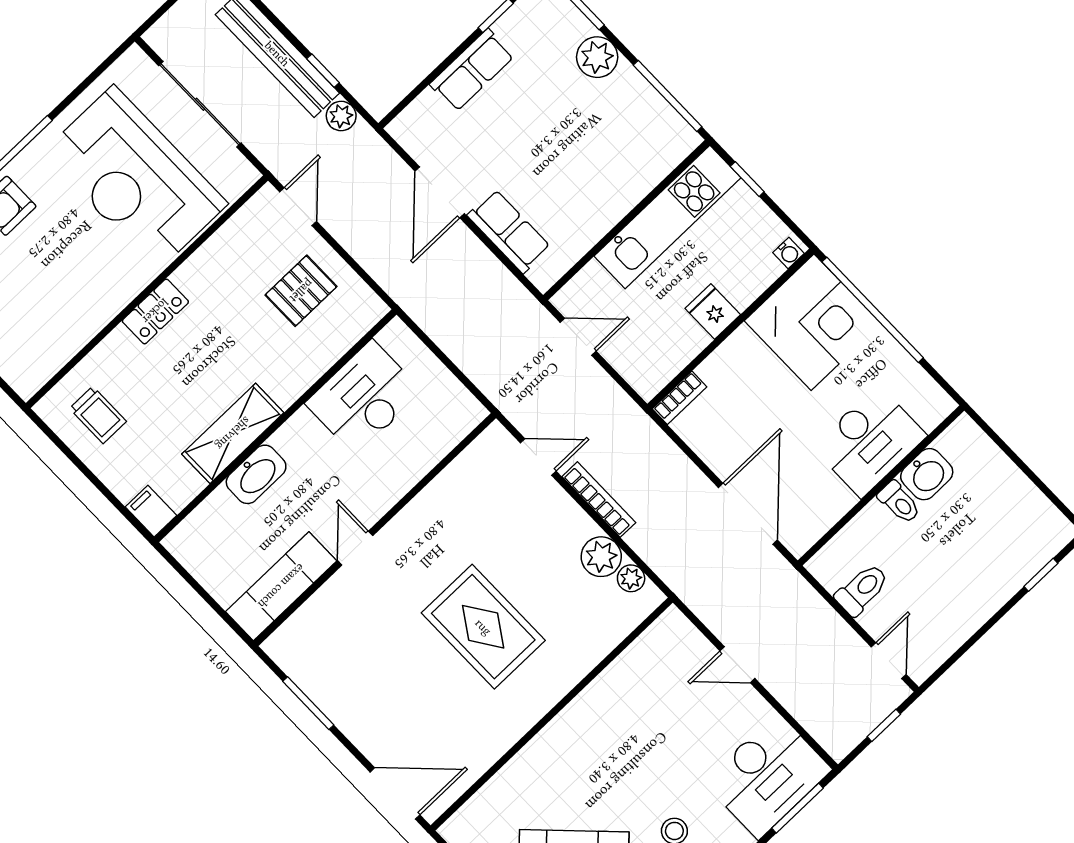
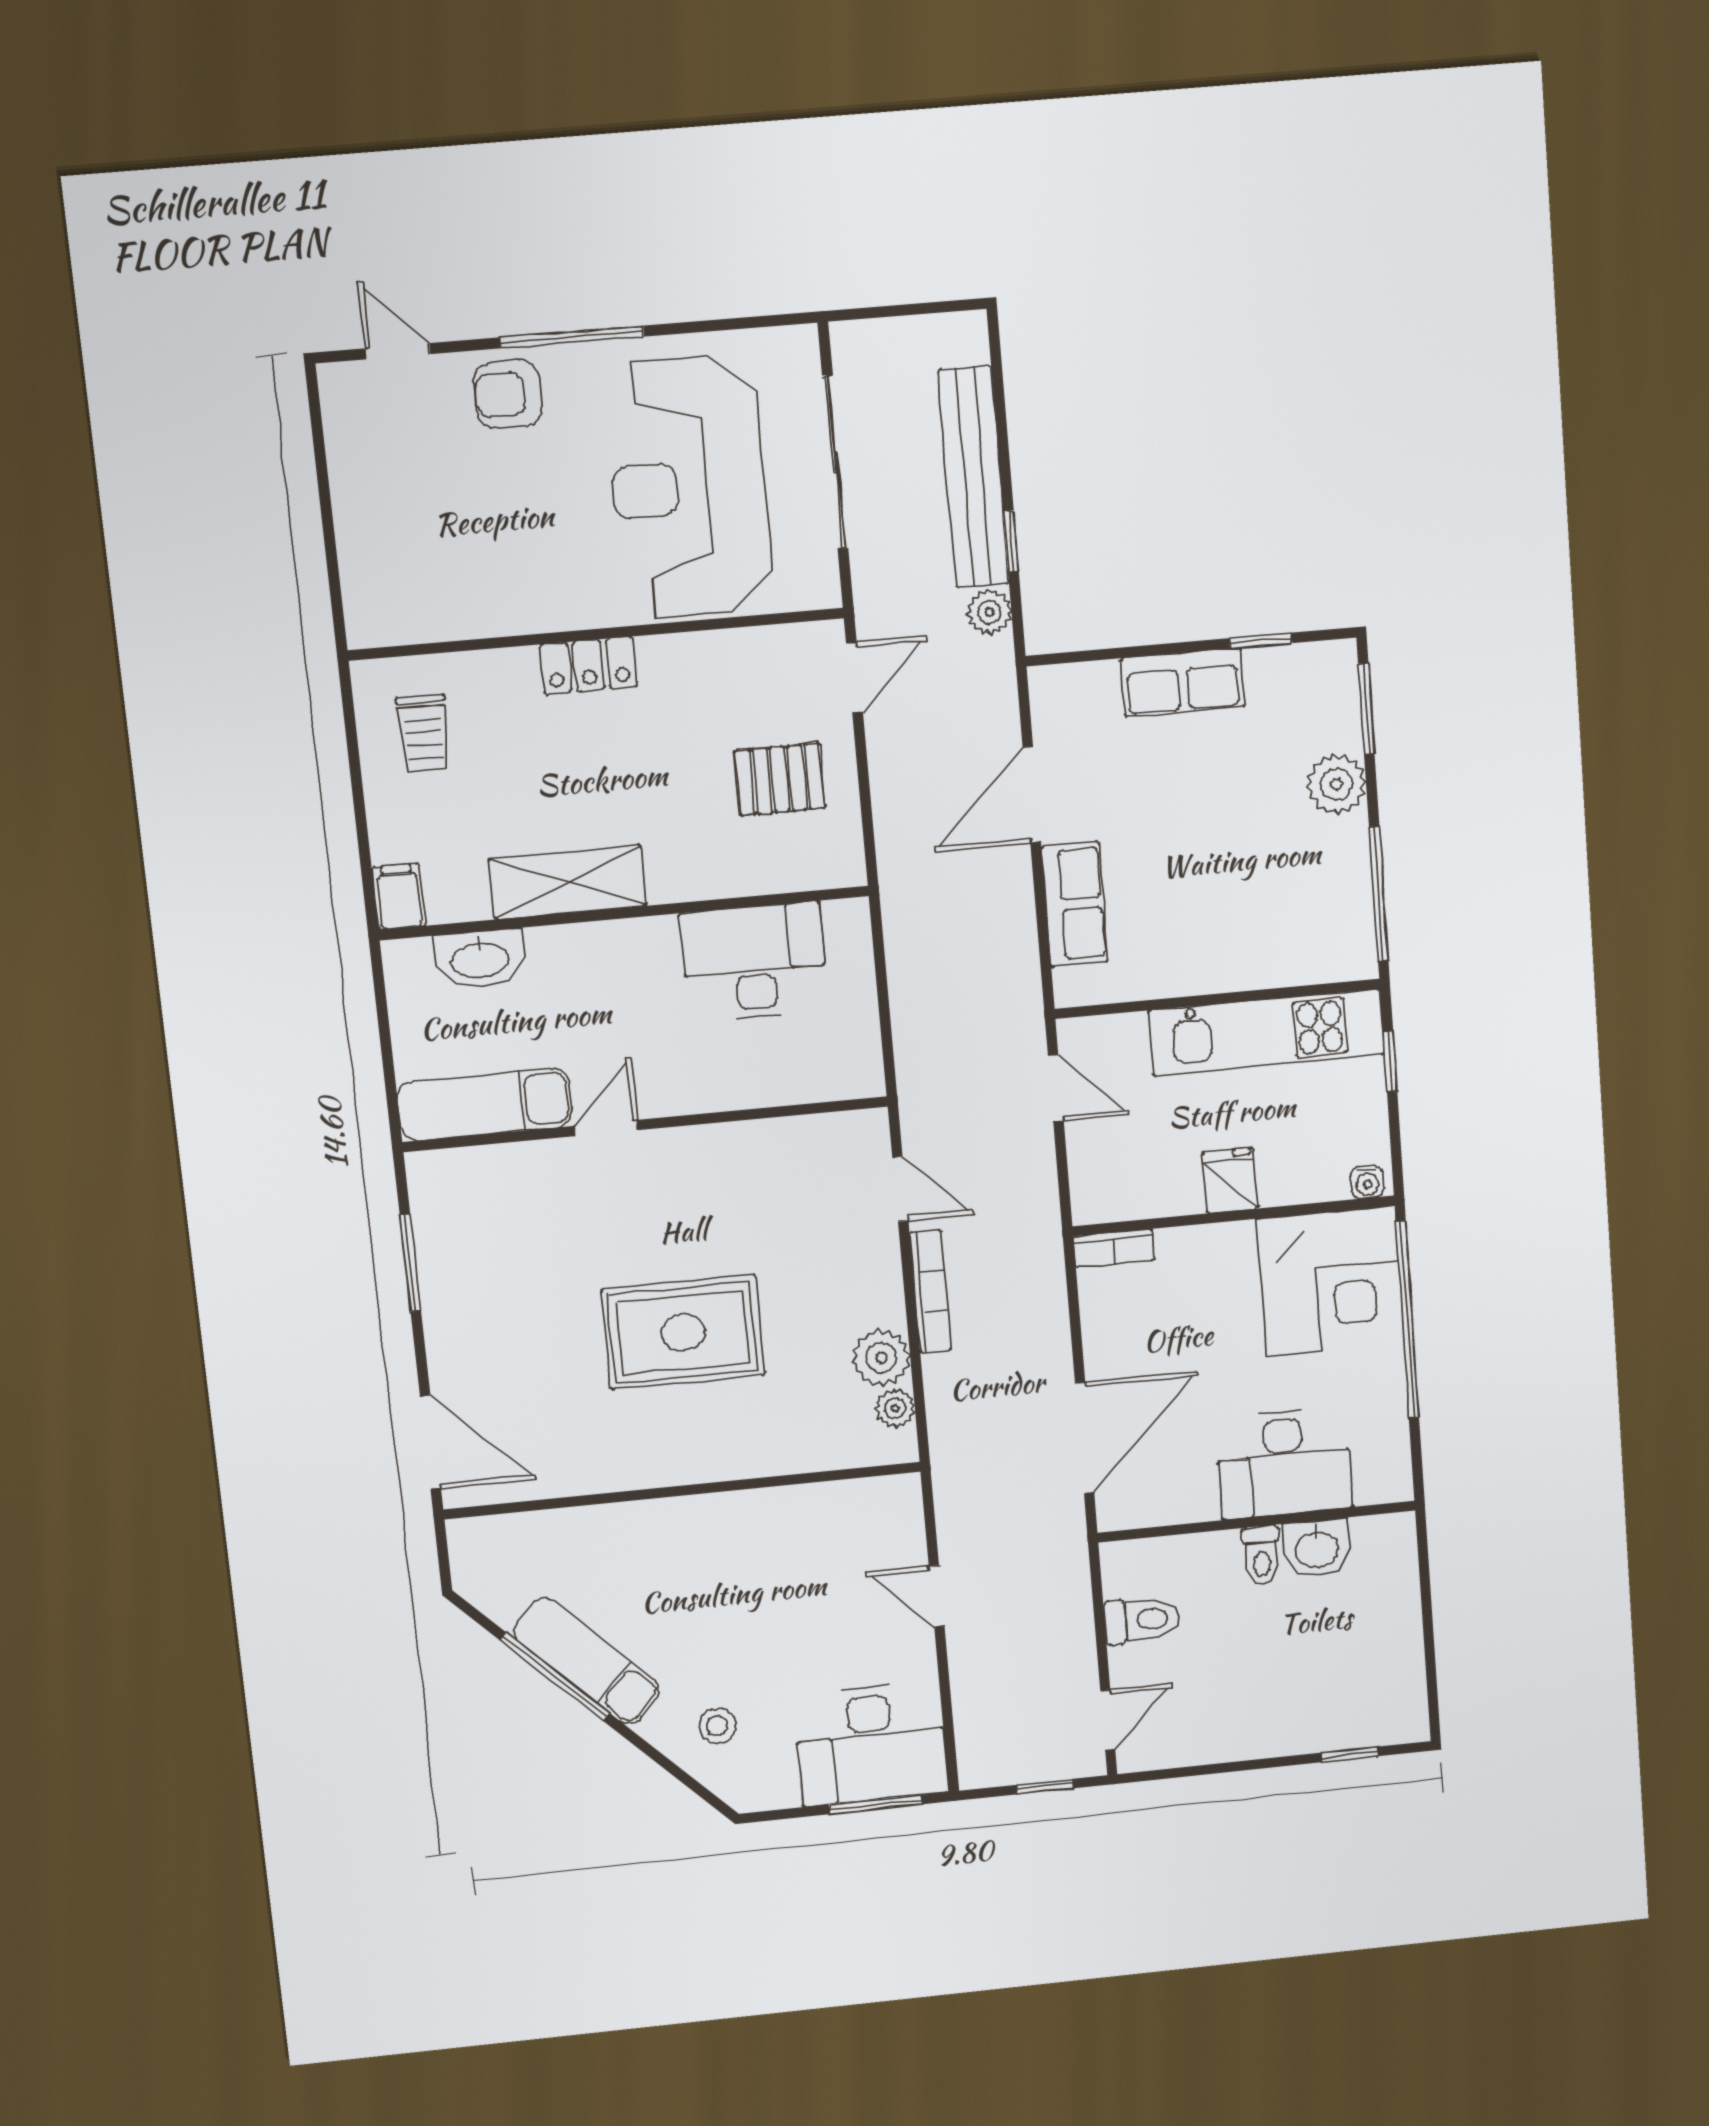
washbasin: (256, 474) -> (480, 959), moved
rug: (483, 627) -> (683, 1332), turned 90

